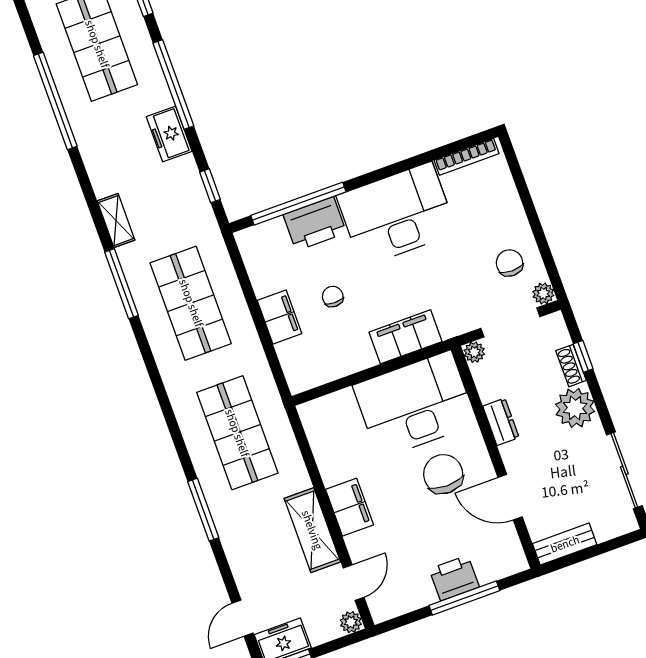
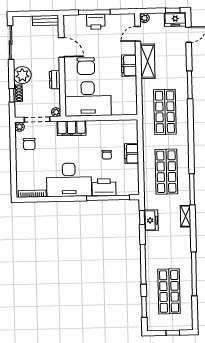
freezer: (169, 134) -> (151, 220), moved
filing cabinet: (406, 337) -> (71, 128), moved

